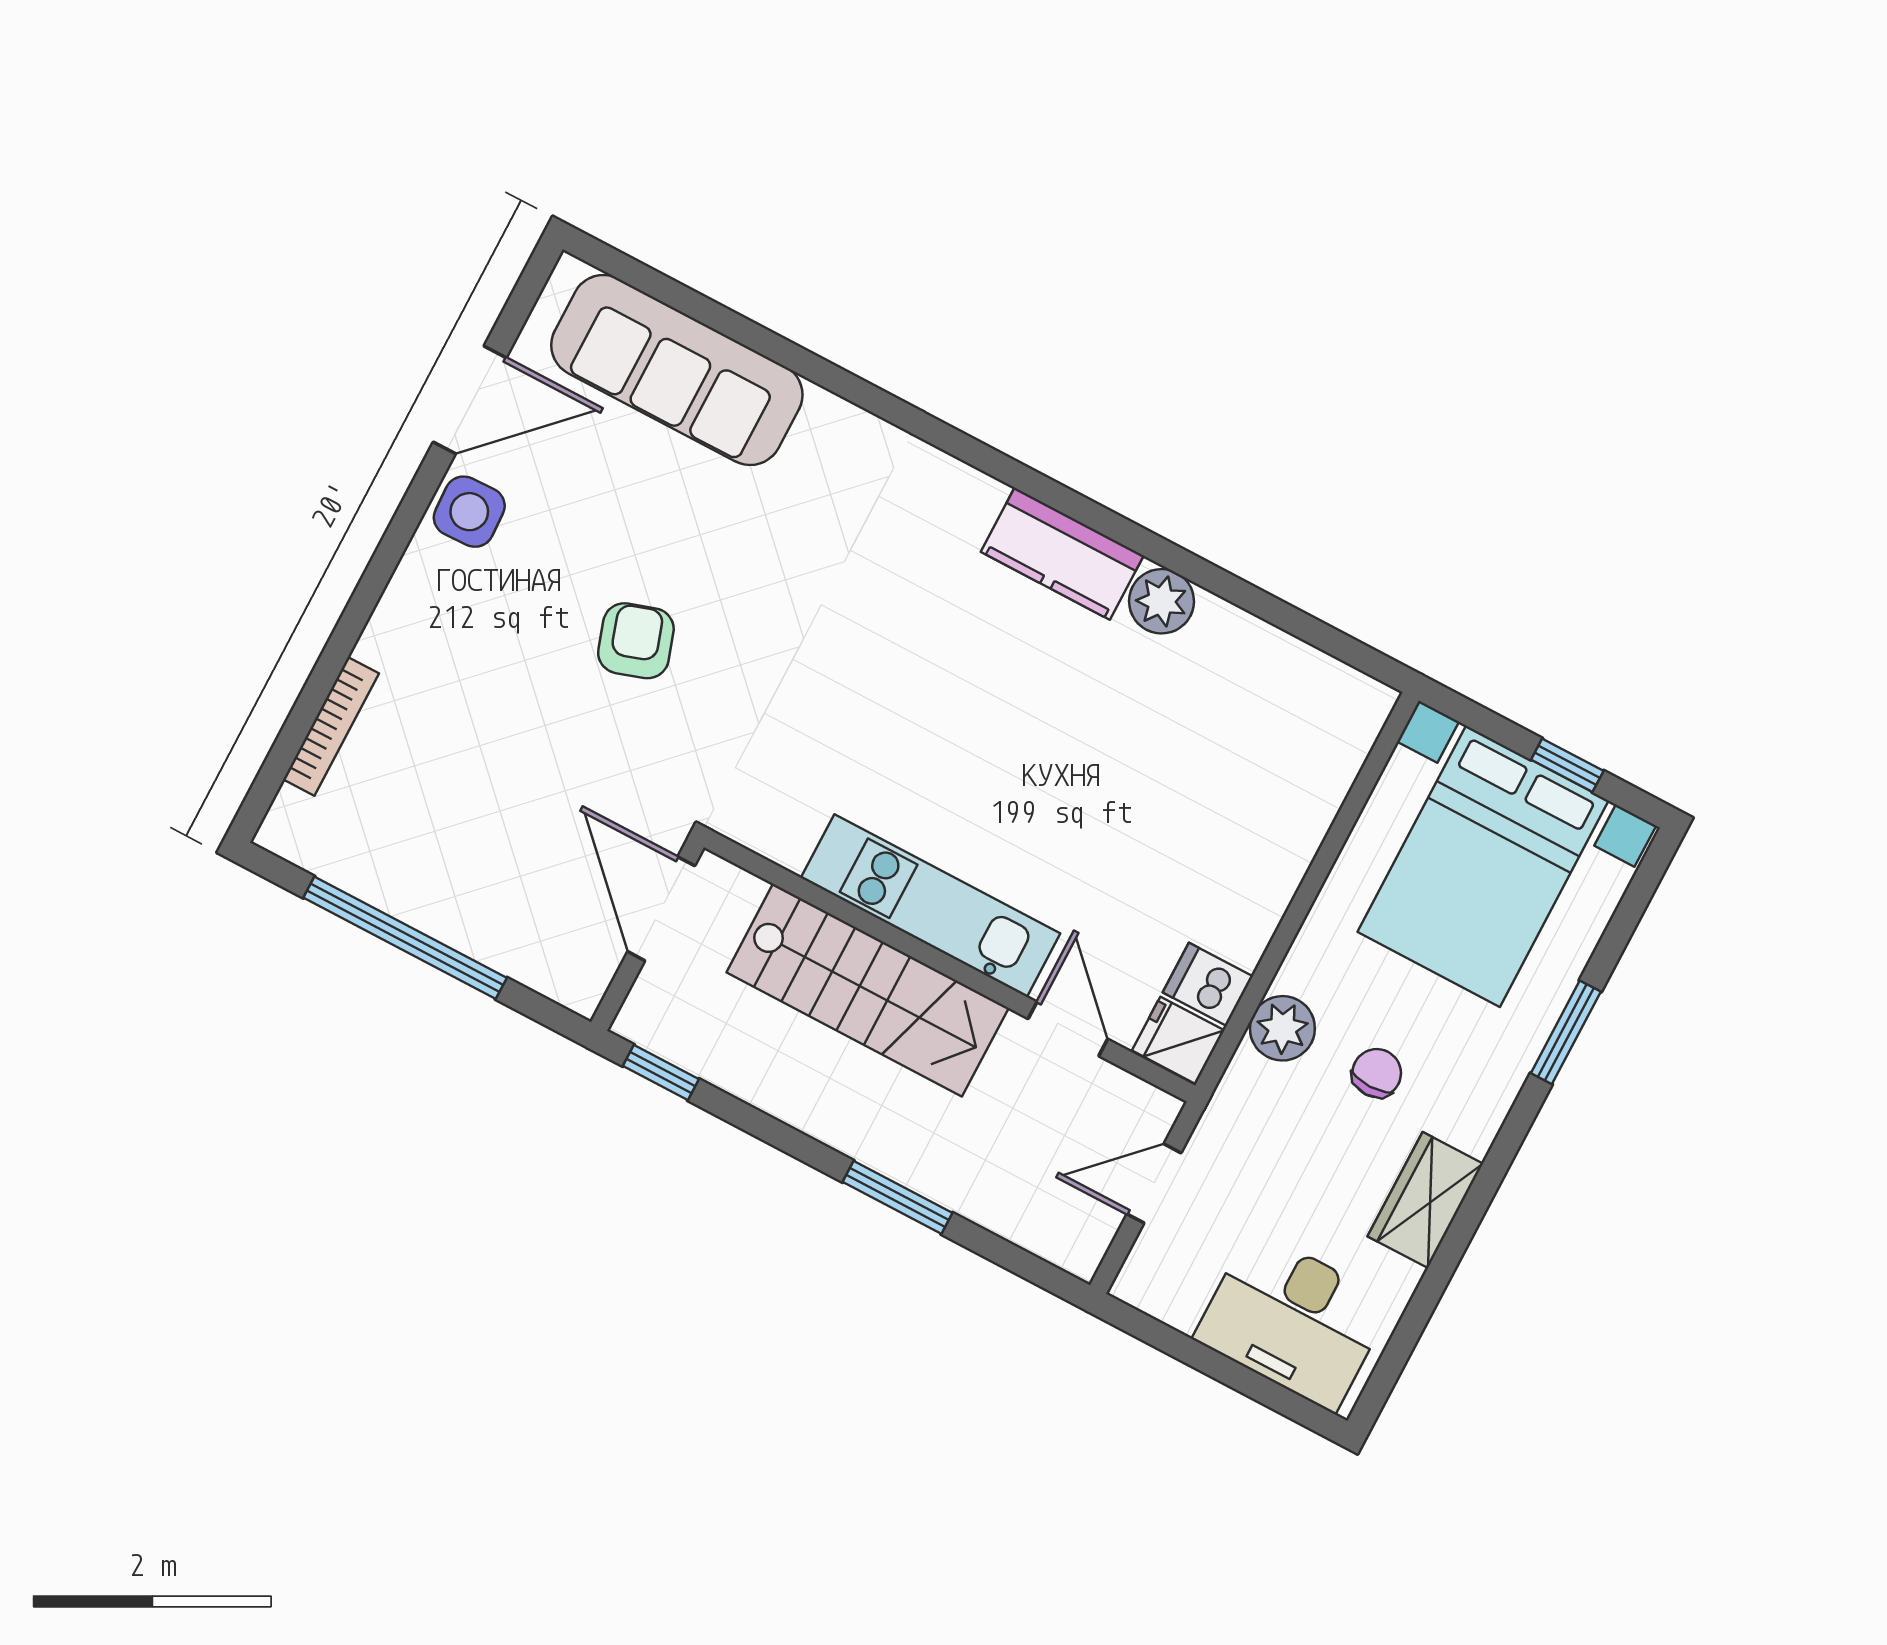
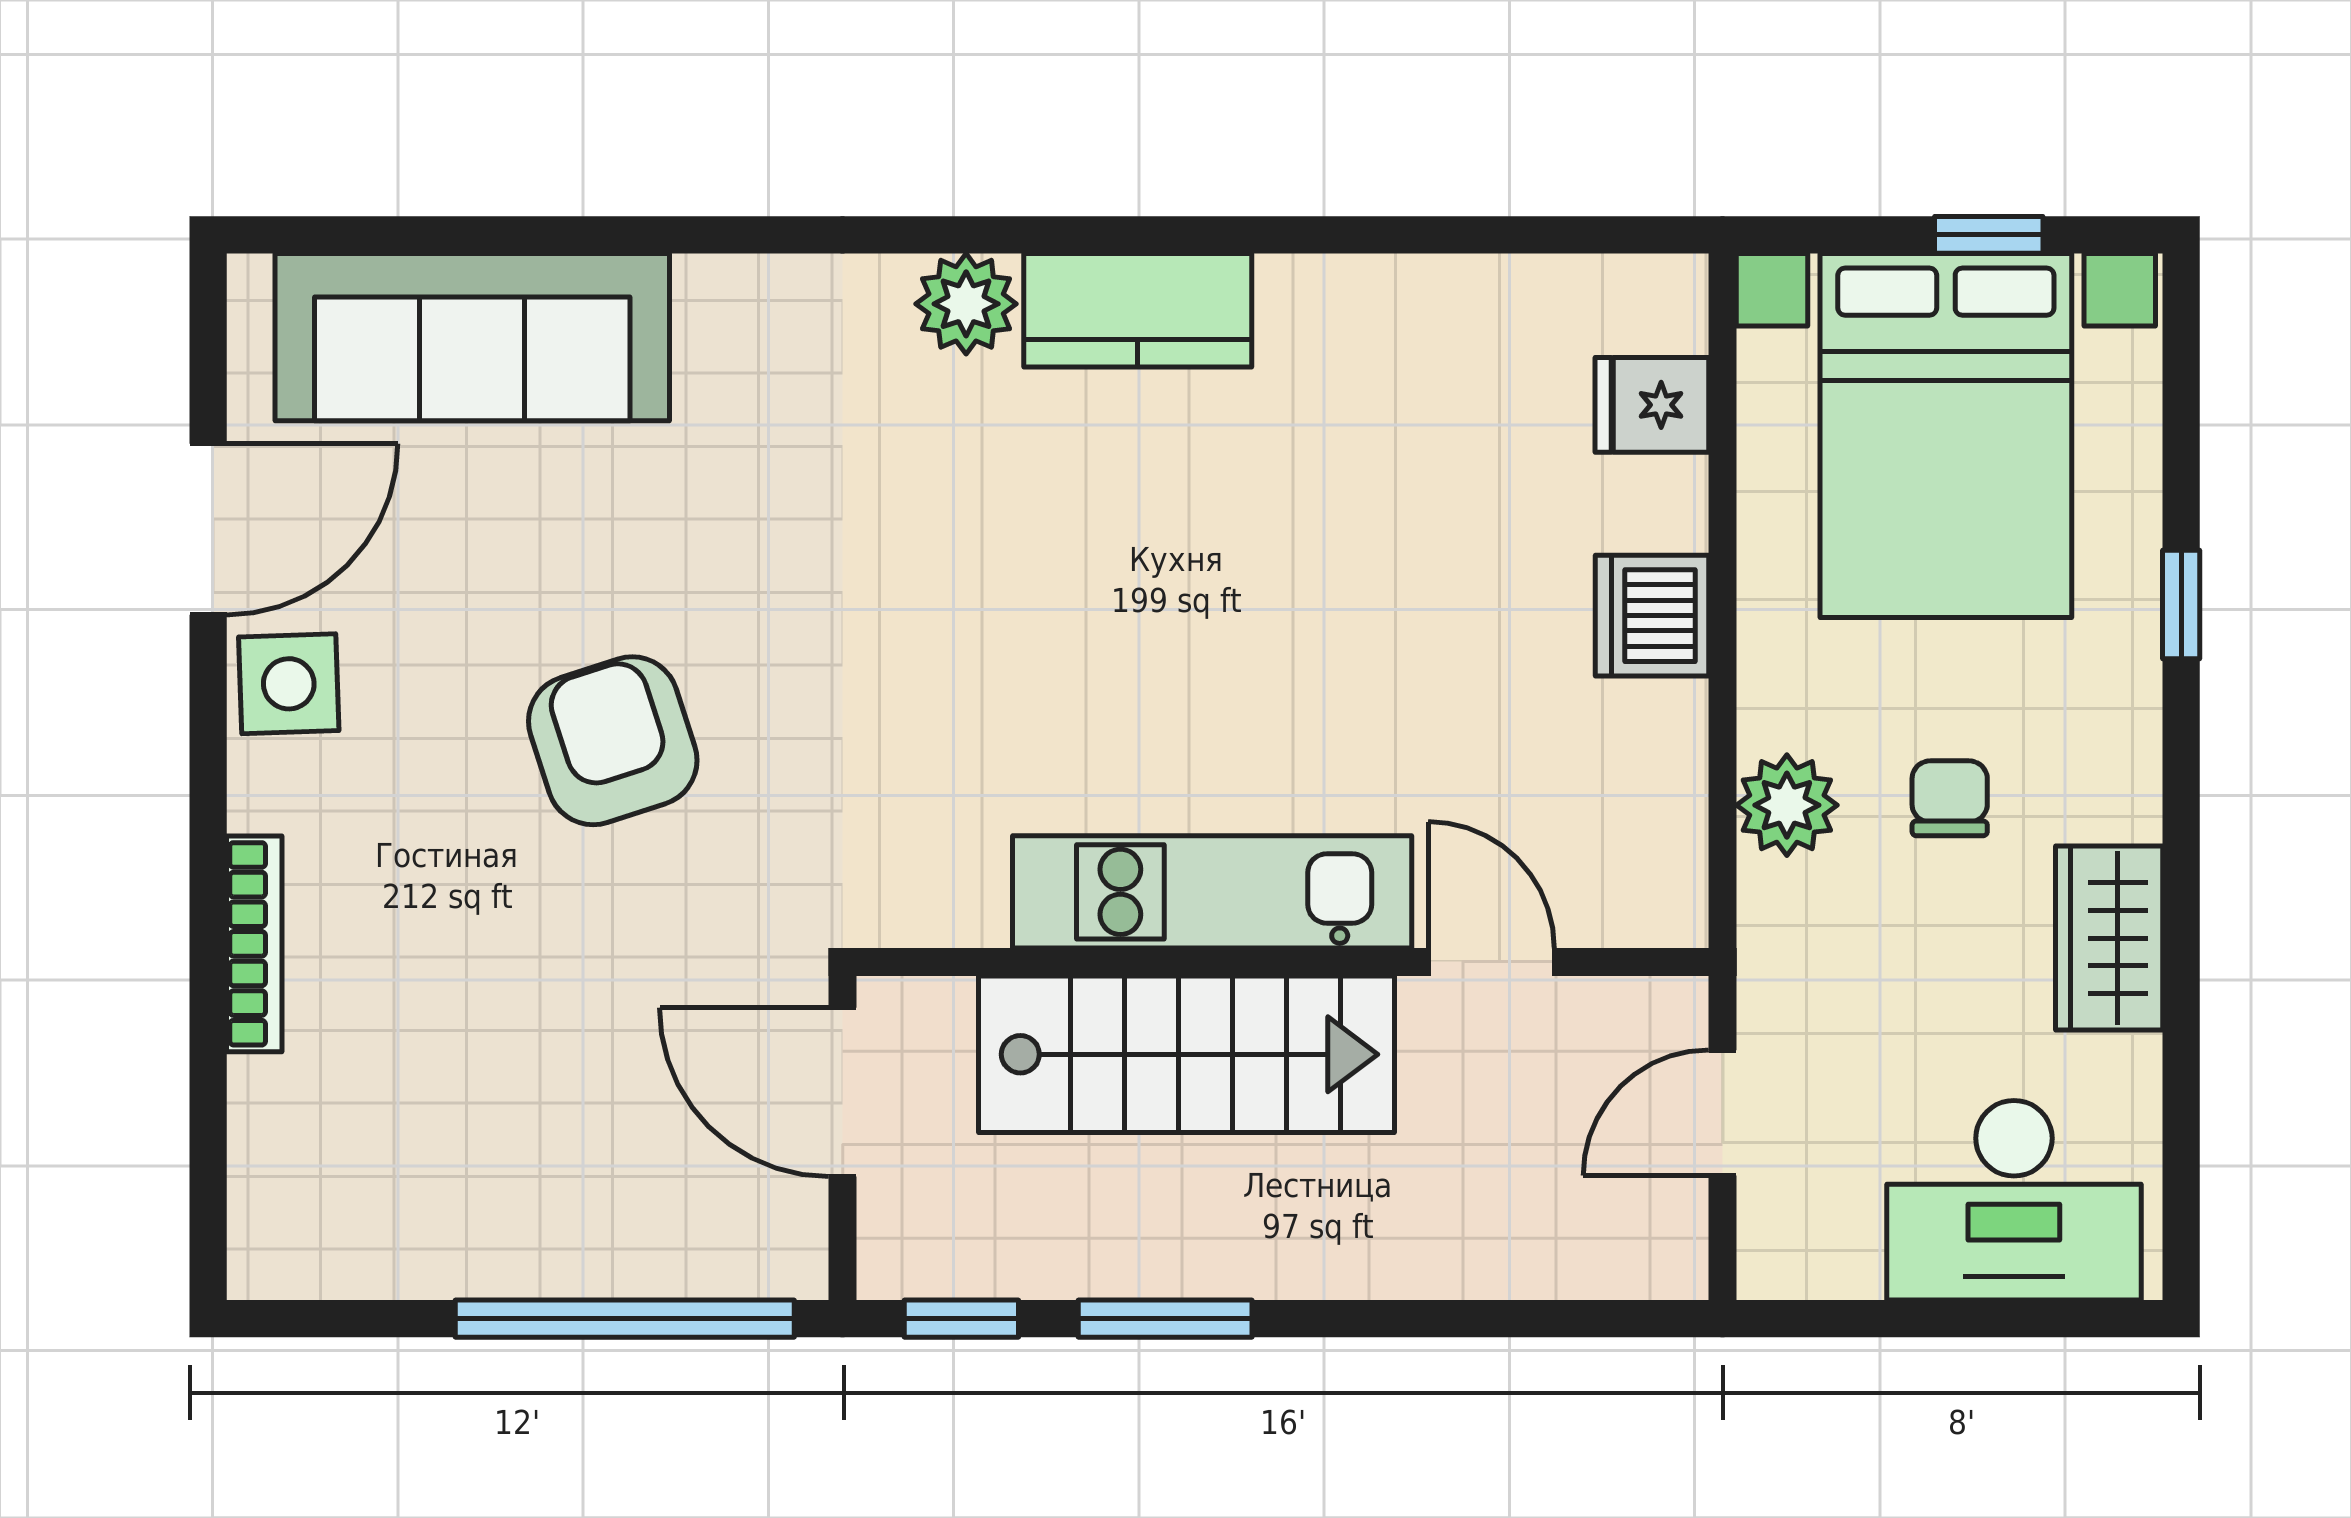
plant: (1162, 601) -> (966, 304), moved
armchair: (636, 641) -> (613, 741), width x1.38, depth x1.38
bookcase: (331, 726) -> (254, 944), moved
window: (405, 938) -> (625, 1319), moved
dishwasher: (1208, 984) -> (1652, 616), moved, width x1.38
window: (1566, 1032) -> (2181, 604), width x0.67
fridge: (1178, 1040) -> (1652, 405), moved
window: (897, 1197) -> (1165, 1319), moved

